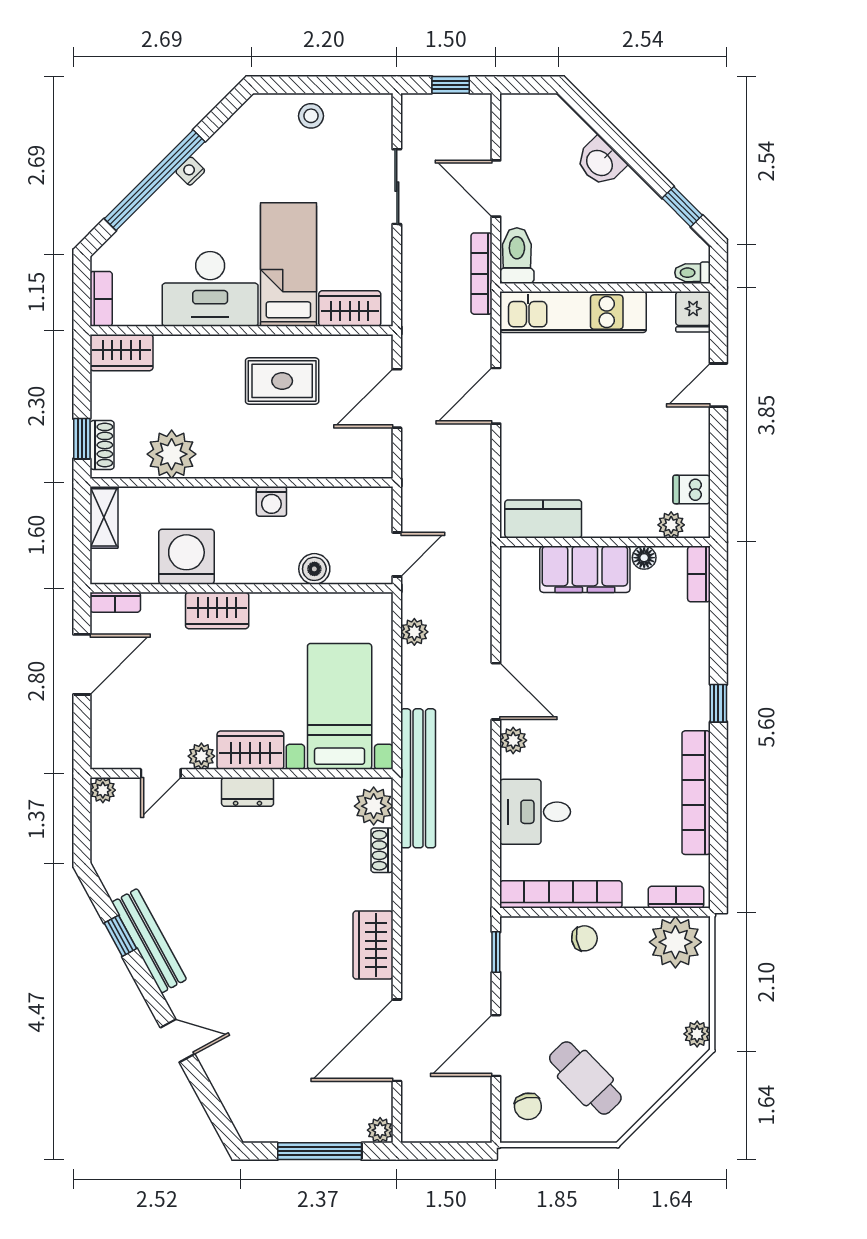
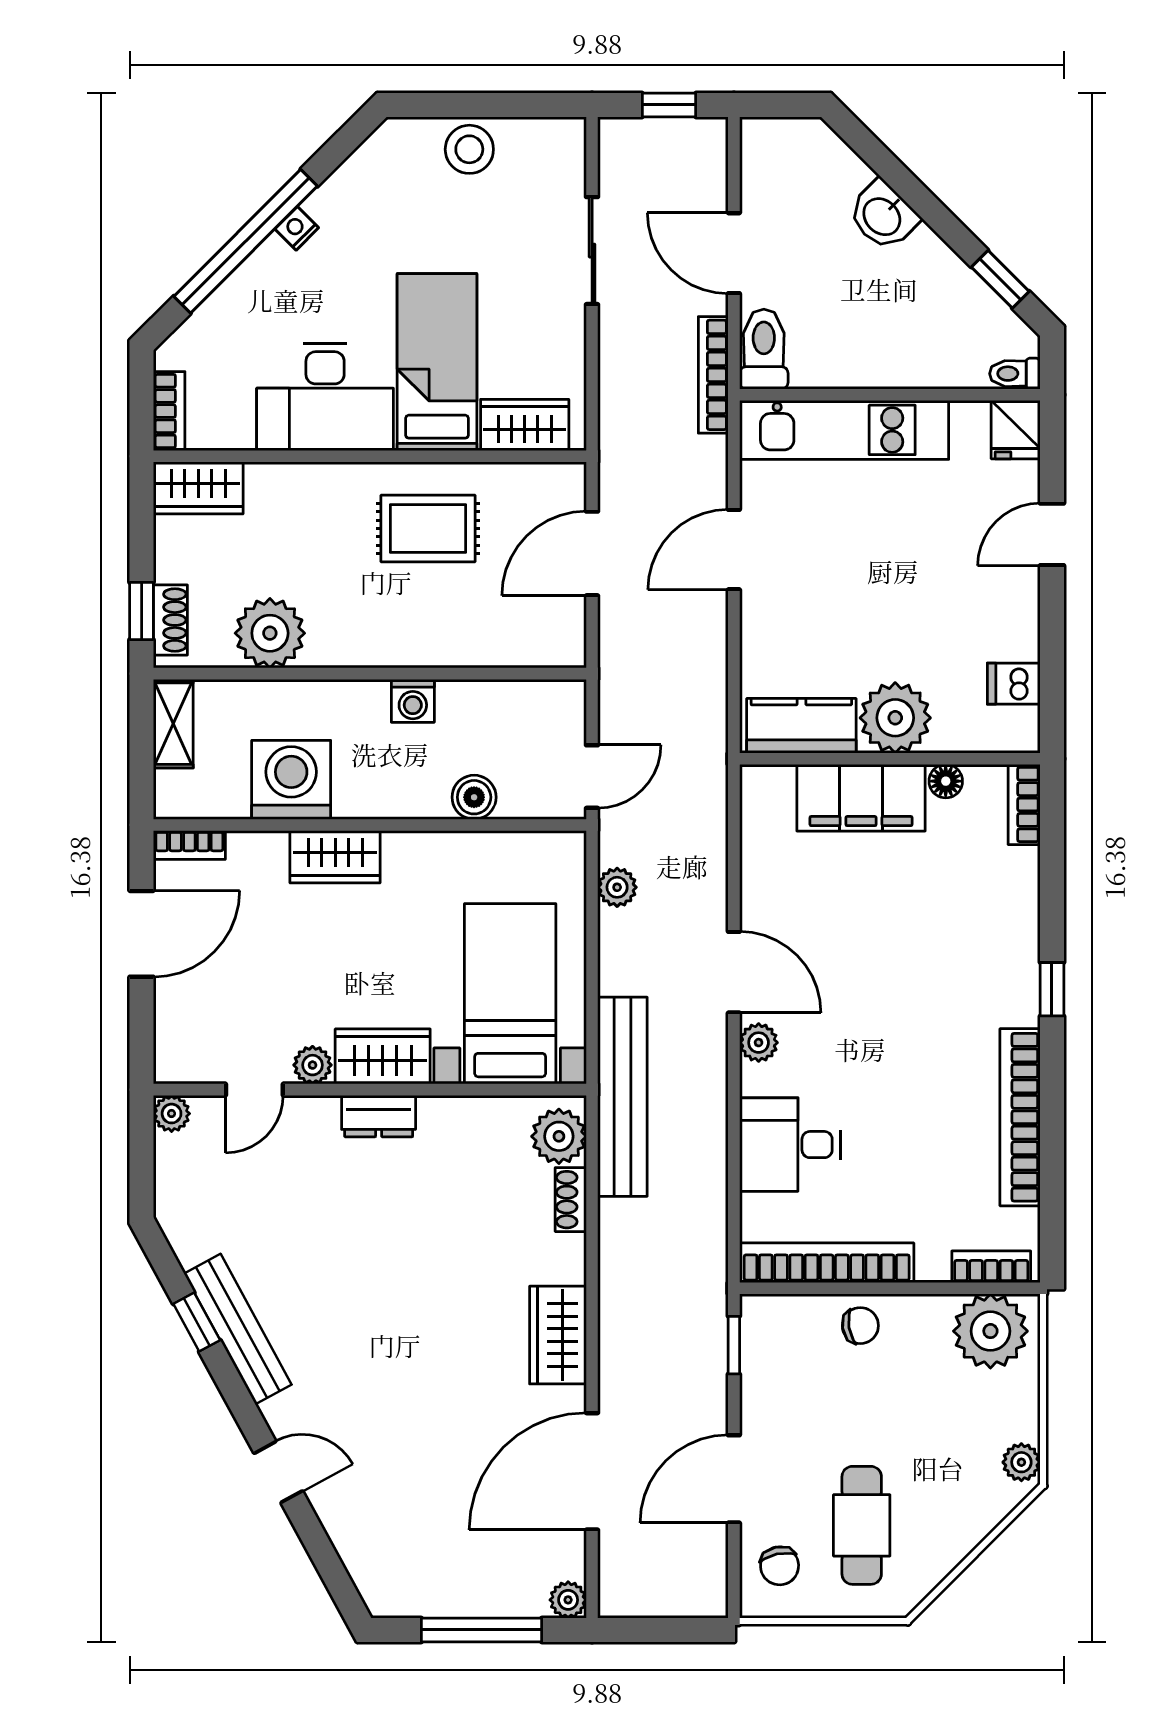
stool: (311, 116) -> (469, 149), width x1.37, depth x1.37
plant: (671, 525) -> (895, 718), moved, width x1.88, depth x1.88
cafe table: (585, 1078) -> (862, 1525), turned 44

